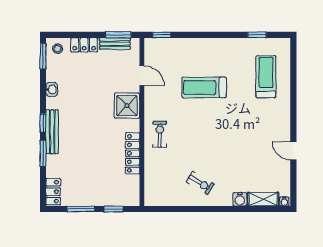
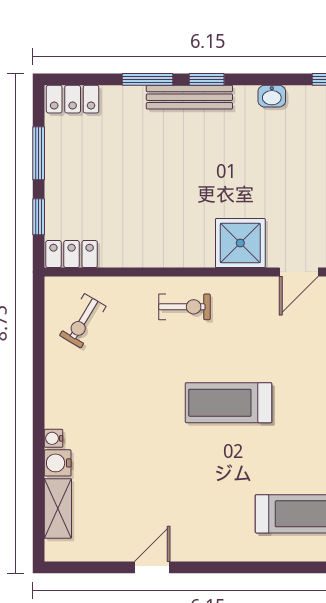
treadmill: (204, 87) -> (229, 403), moved, turned -90
locker: (133, 153) -> (72, 254), moved, width x0.66
exercise bike: (200, 183) -> (83, 321), moved
water cooler: (284, 201) -> (54, 438), moved

